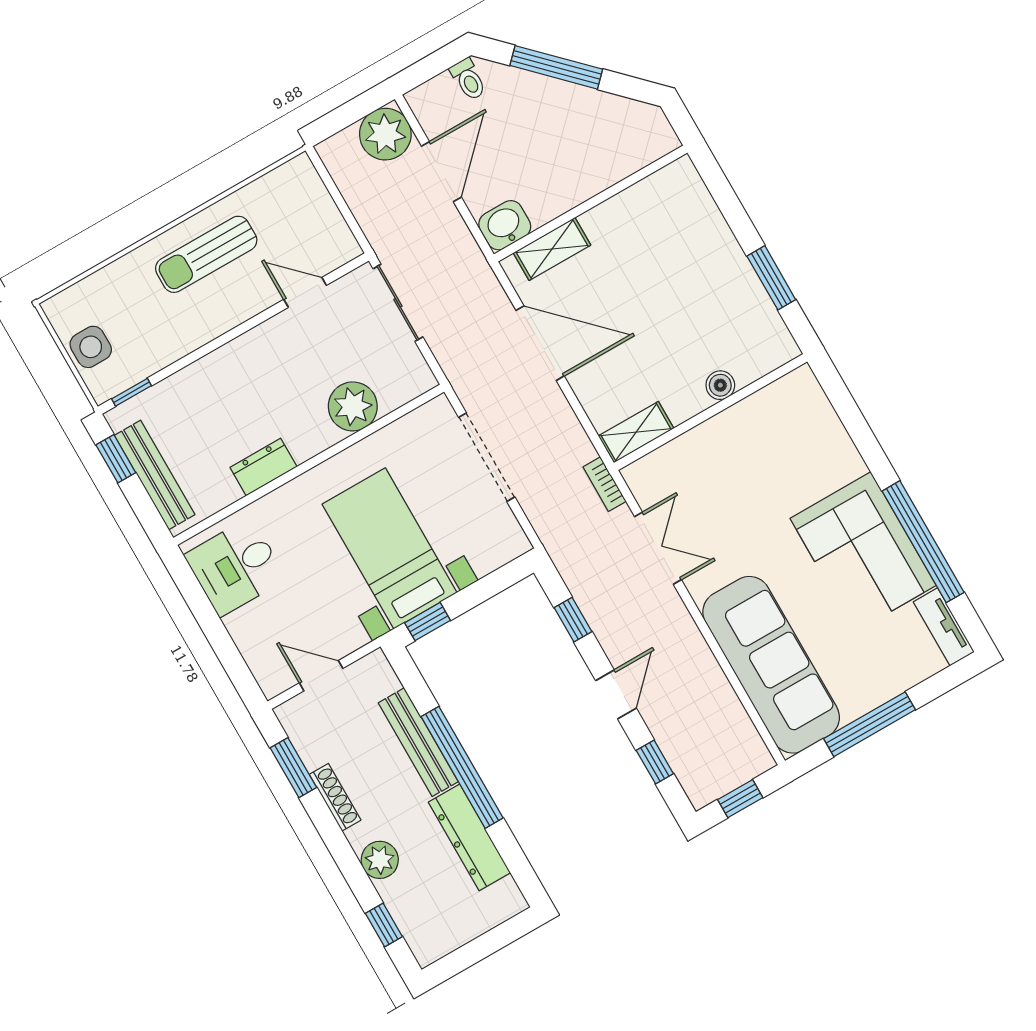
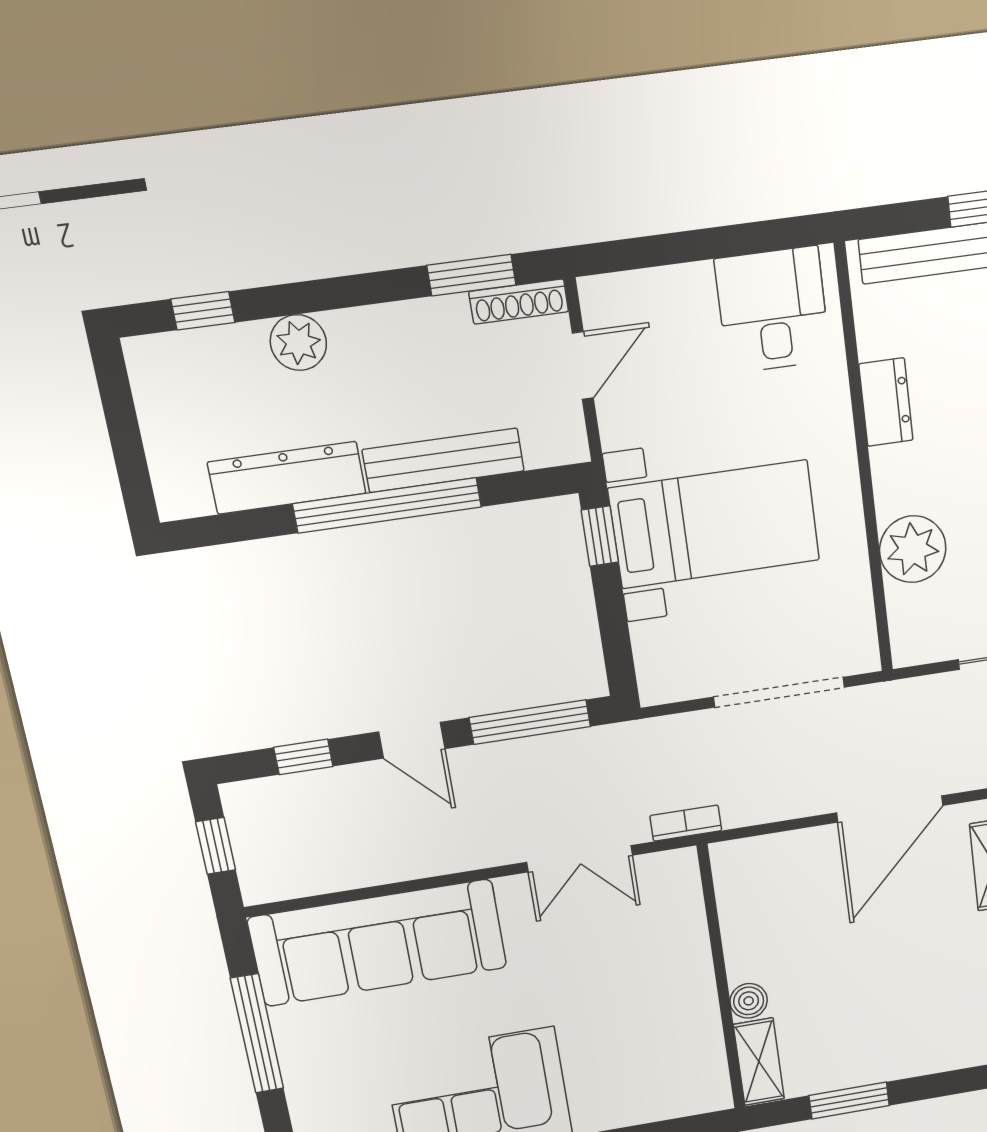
shelving: (636, 432) -> (759, 1062), moved
window: (573, 620) -> (530, 722), width x2.17
shoe rack: (335, 797) -> (519, 302), moved

